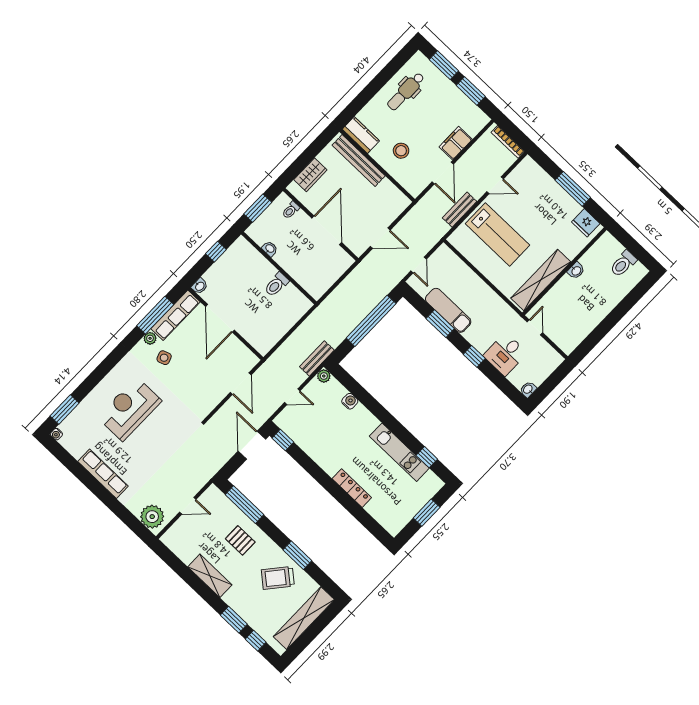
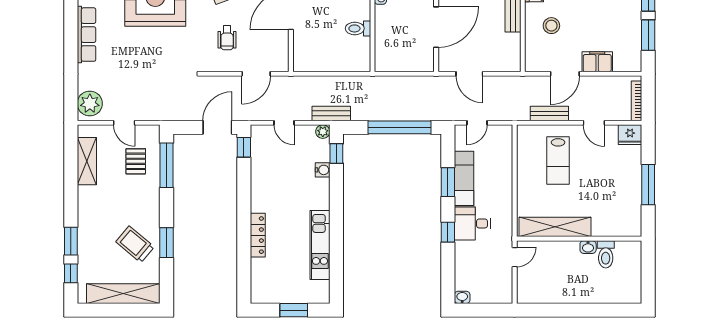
fridge: (586, 223) -> (630, 135), moved, turned -90
lab bench: (497, 234) -> (558, 161), width x0.73, depth x0.72
toilet: (623, 264) -> (606, 254), moved, turned -90
desk: (505, 354) -> (472, 223), moved
wheelchair: (197, 380) -> (227, 38), added
window: (427, 457) -> (336, 153), moved
pallet: (240, 540) -> (136, 161), moved
shelving: (210, 576) -> (87, 161), moved

